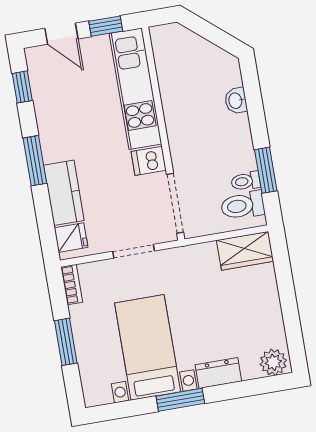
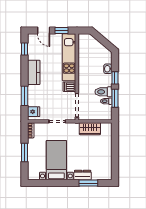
window: (257, 120) -> (115, 78), added
window: (35, 161) -> (24, 96), moved
kitchen counter: (64, 193) -> (34, 72), moved
toilet: (243, 205) -> (103, 92), moved
wardrobe: (245, 251) -> (90, 129), moved
plant: (273, 362) -> (105, 175), removed
window: (180, 400) -> (88, 183), moved

